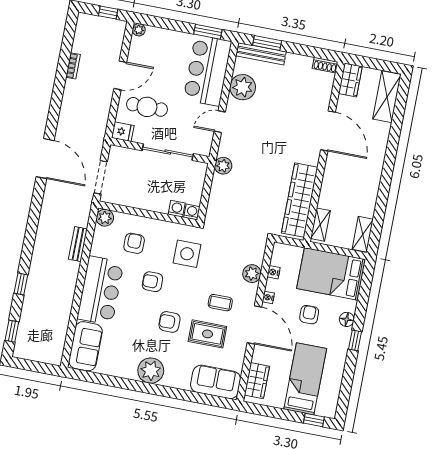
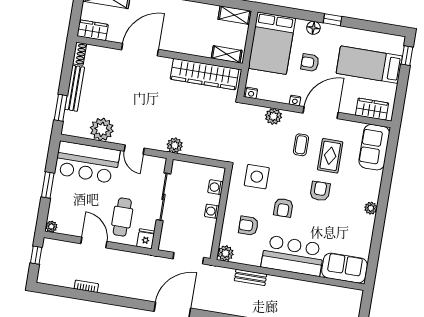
window: (208, 32) -> (48, 185), moved
bench: (261, 54) -> (75, 88), moved
washing machine: (192, 212) -> (212, 211), moved
nightstand: (274, 272) -> (251, 93), moved
armchair: (169, 322) -> (320, 191), turned 180
plant: (151, 371) -> (371, 208), width x0.53, depth x0.53

